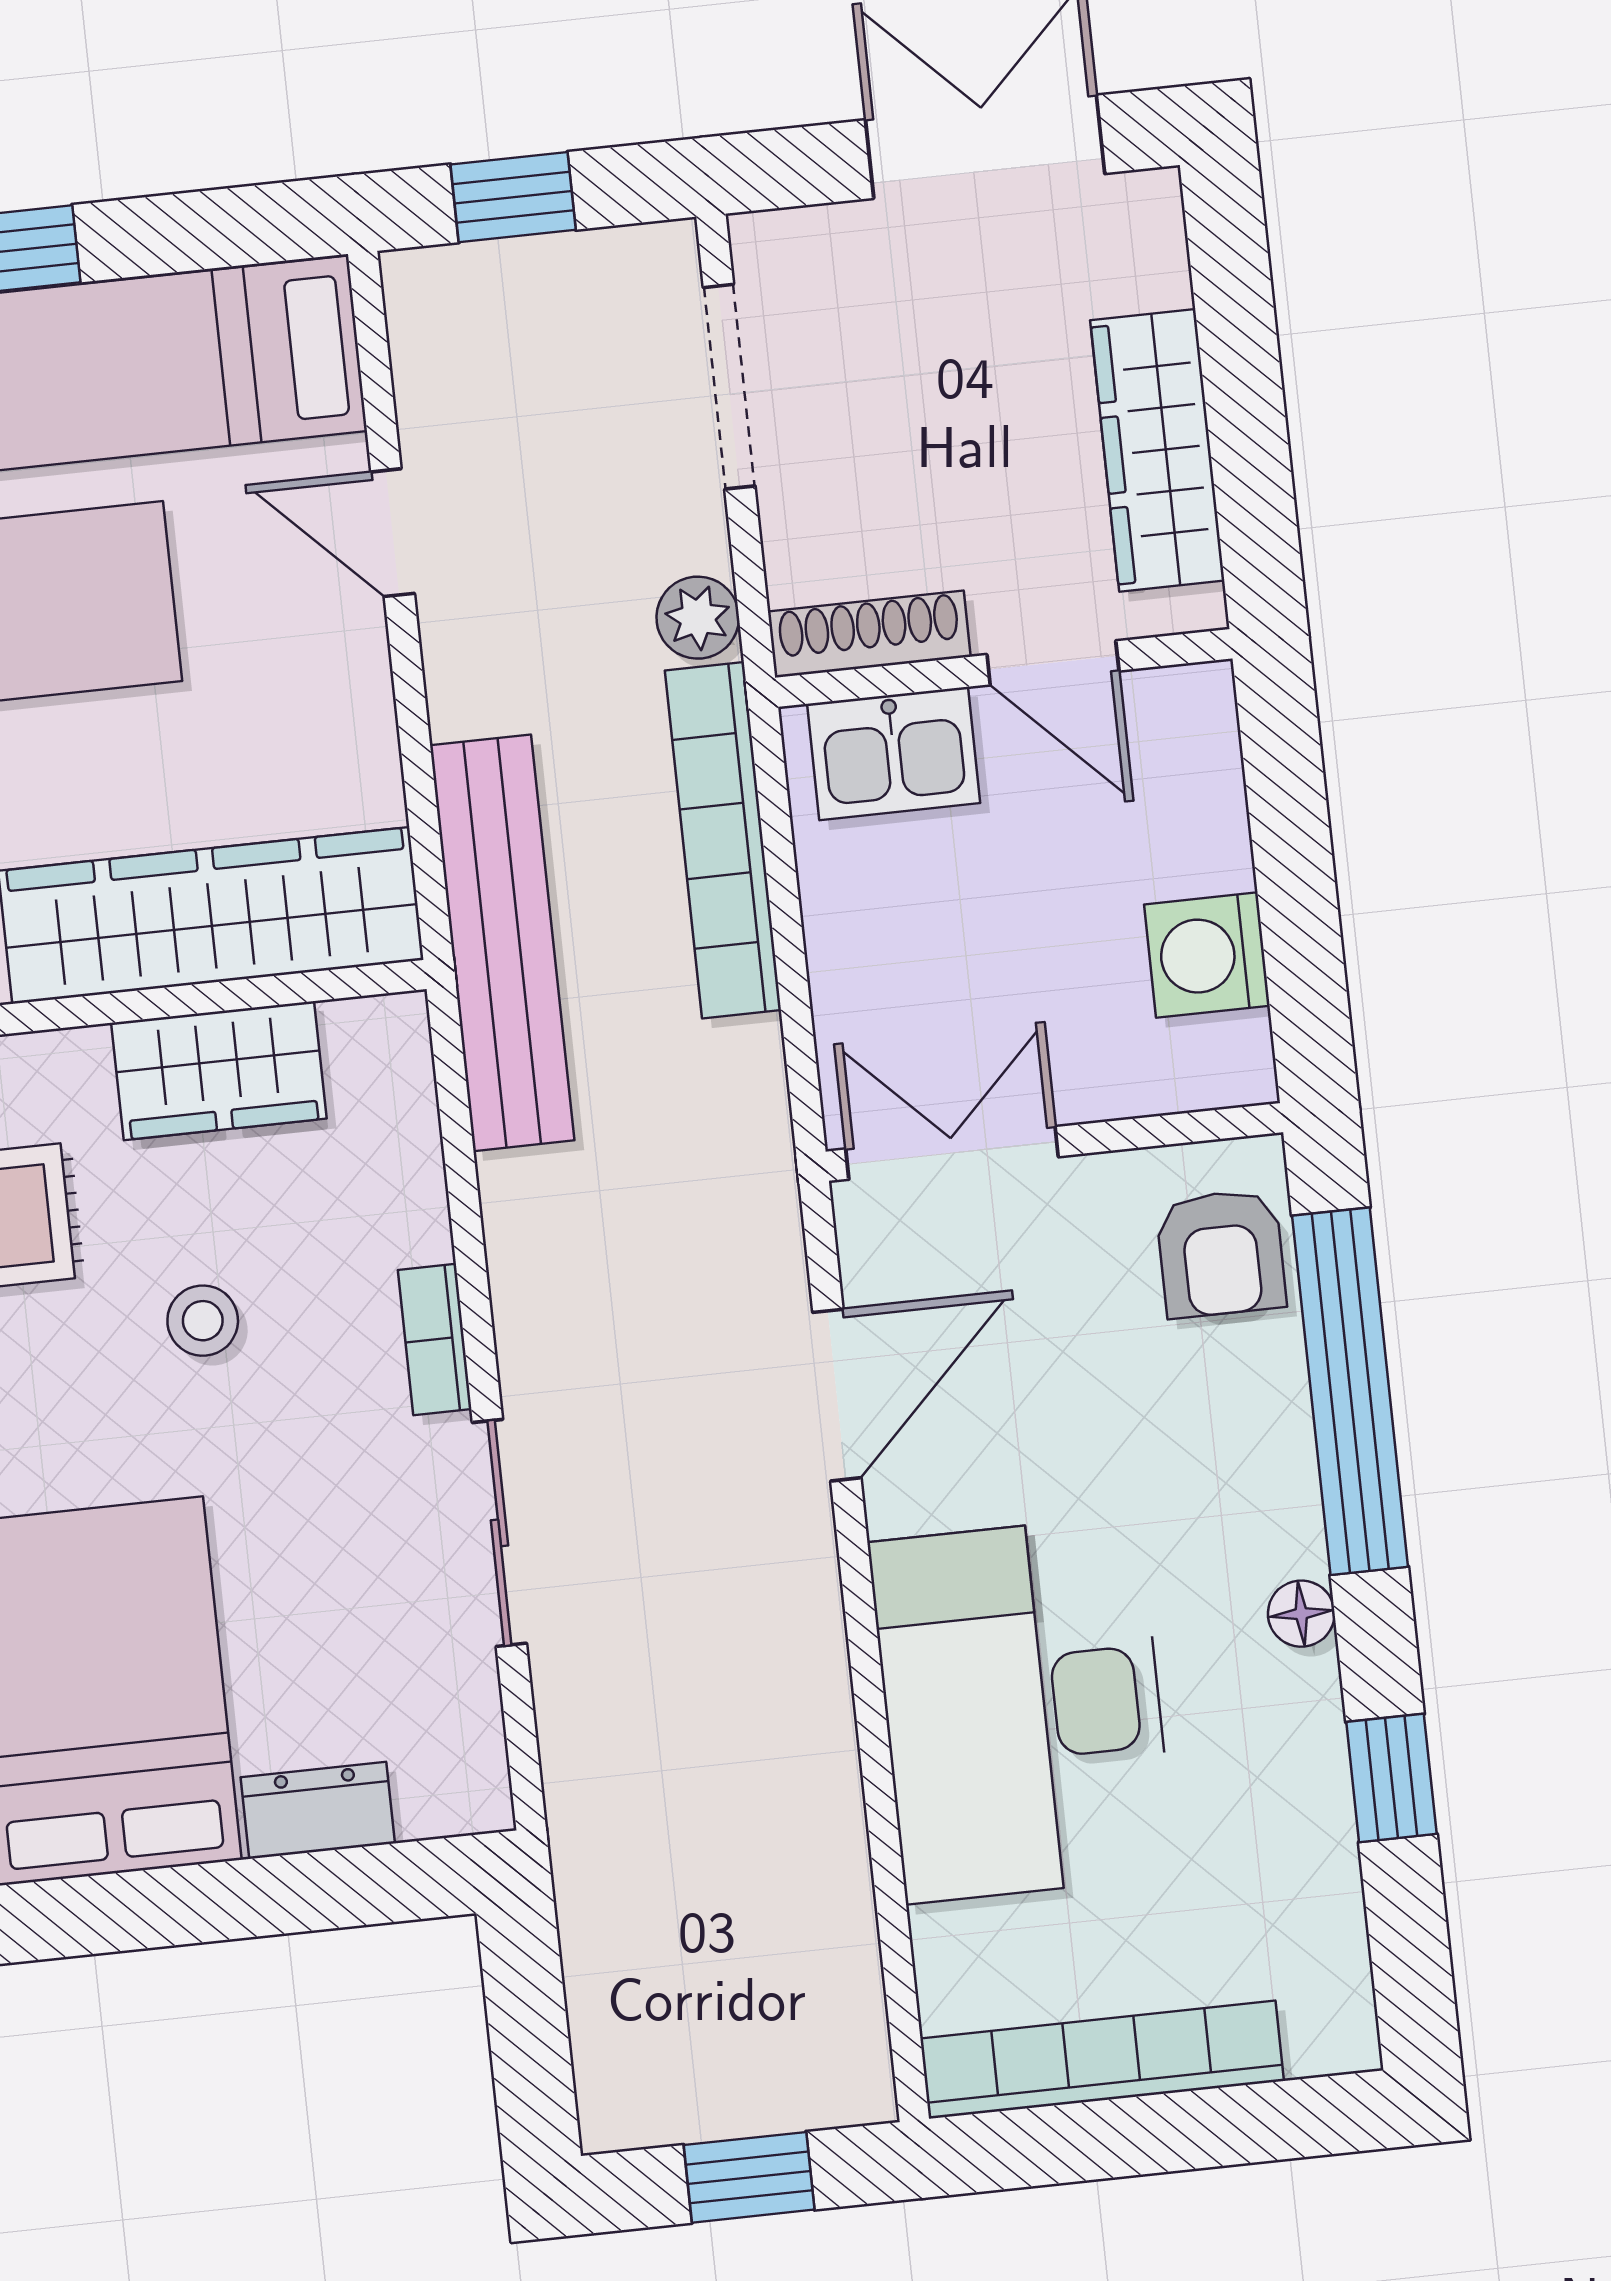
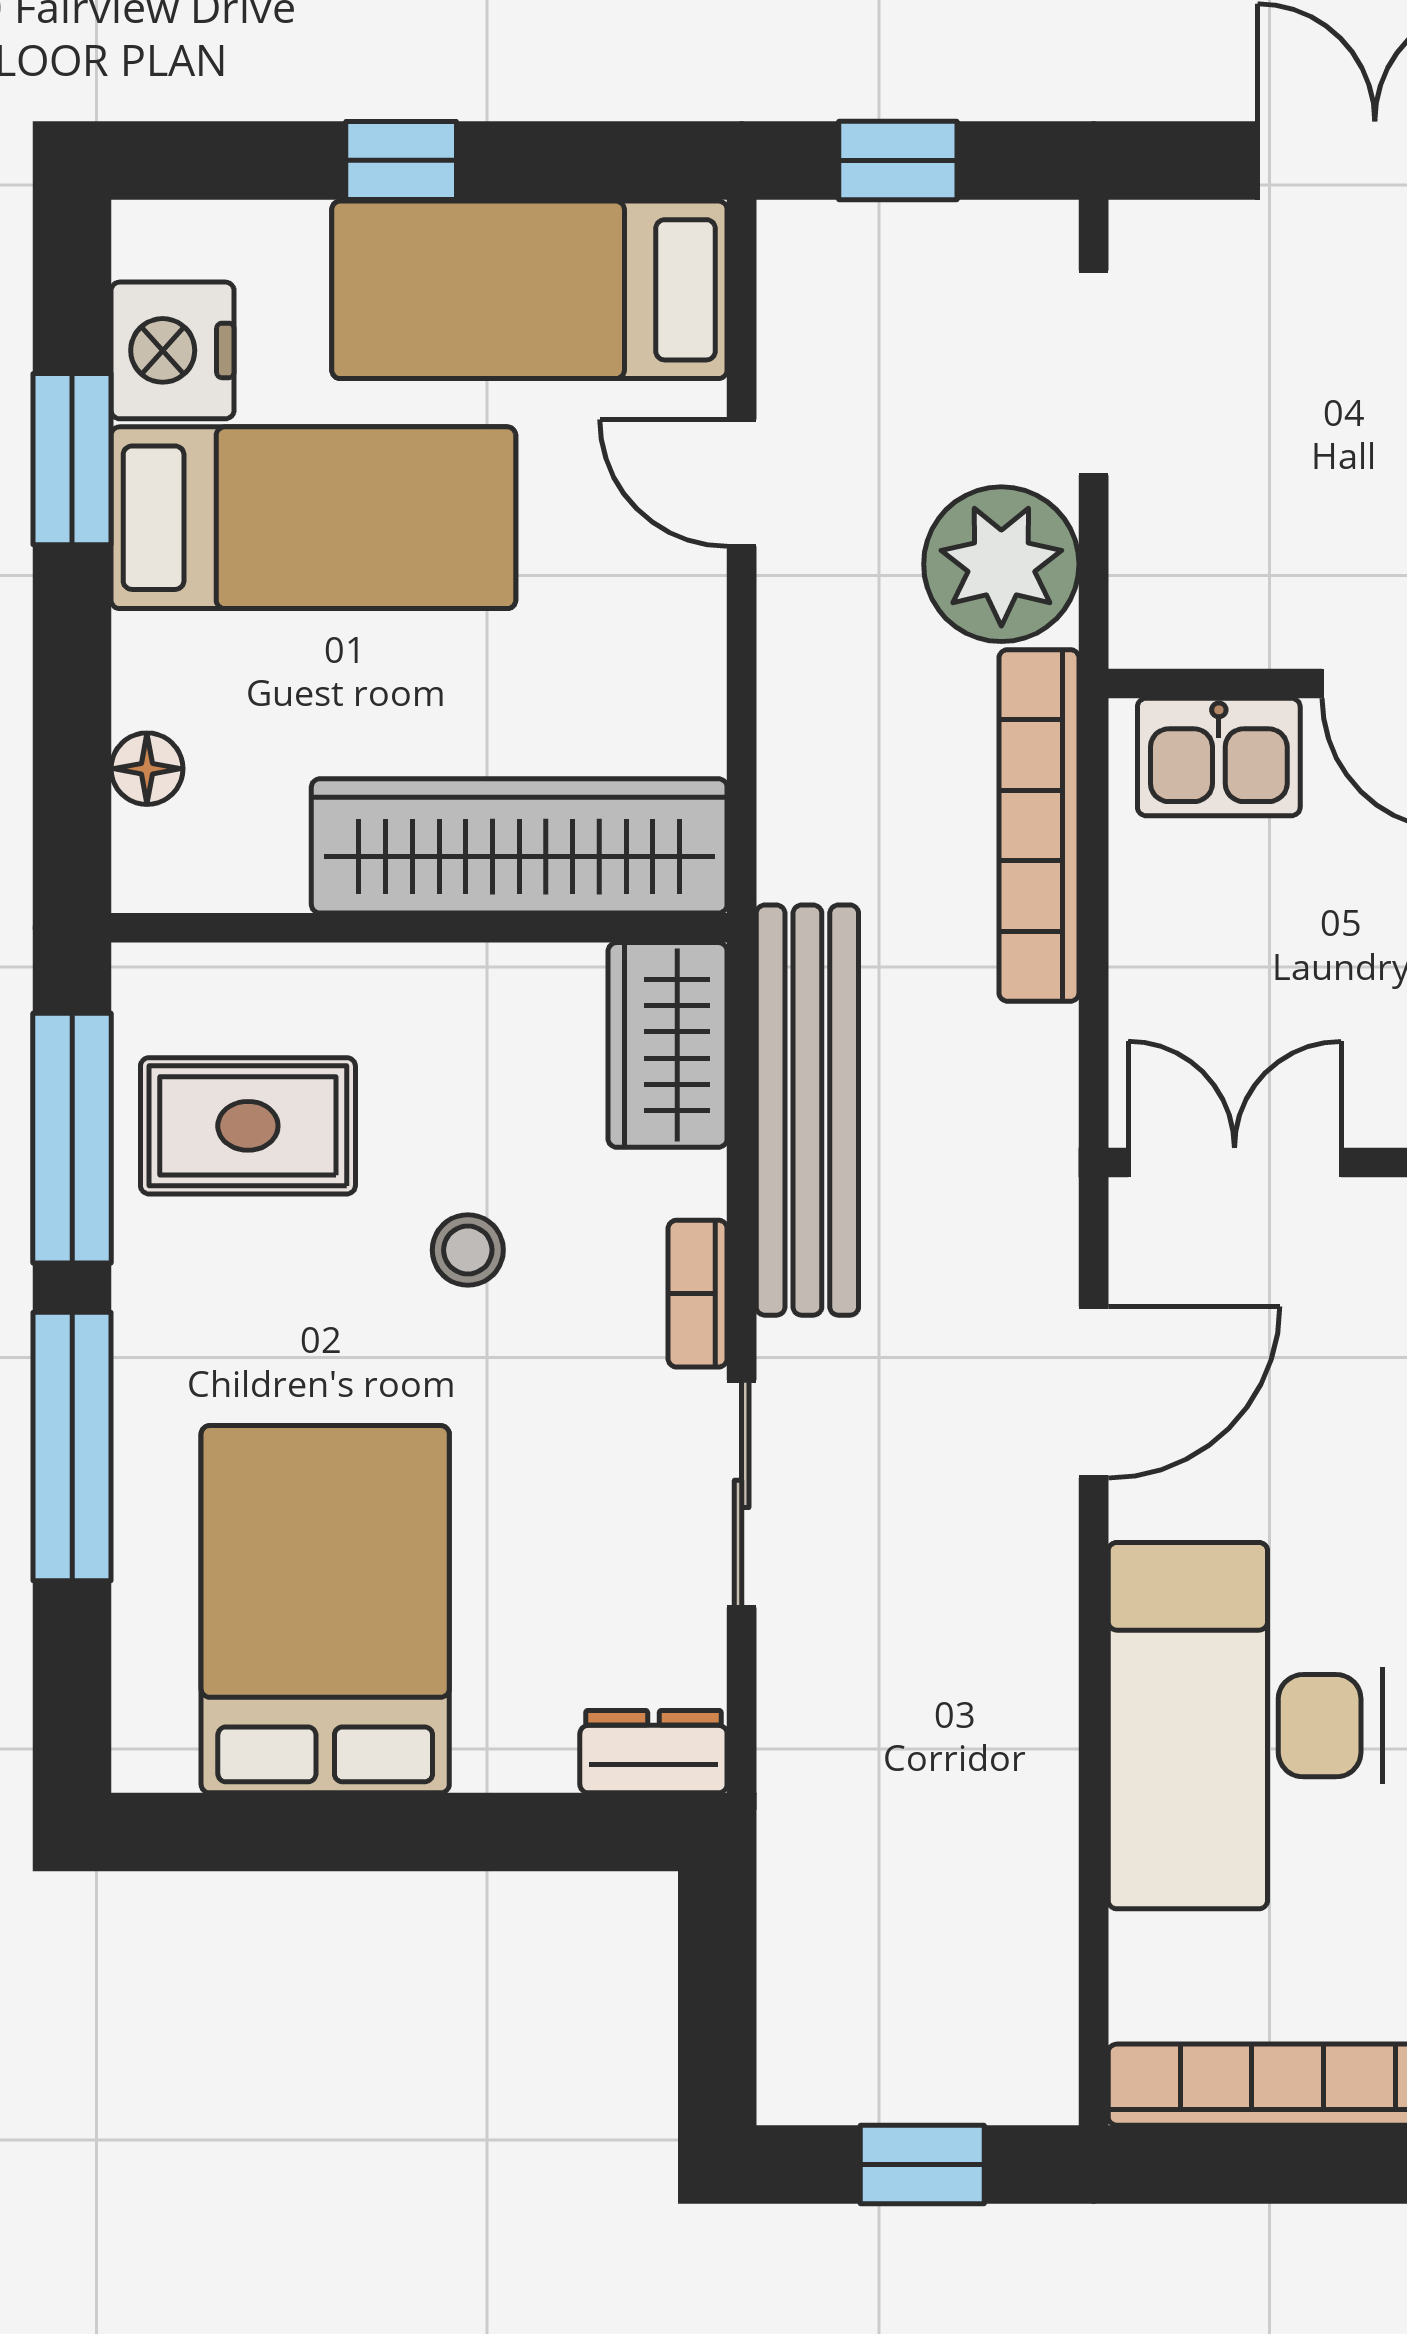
plant: (698, 618) -> (1001, 564), width x1.88, depth x1.88
shoe rack: (869, 634) -> (1207, 635), removed
bench: (502, 943) -> (807, 1110), moved
wardrobe: (219, 1071) -> (668, 1045), moved, turned 90
dresser: (318, 1810) -> (653, 1752), moved

